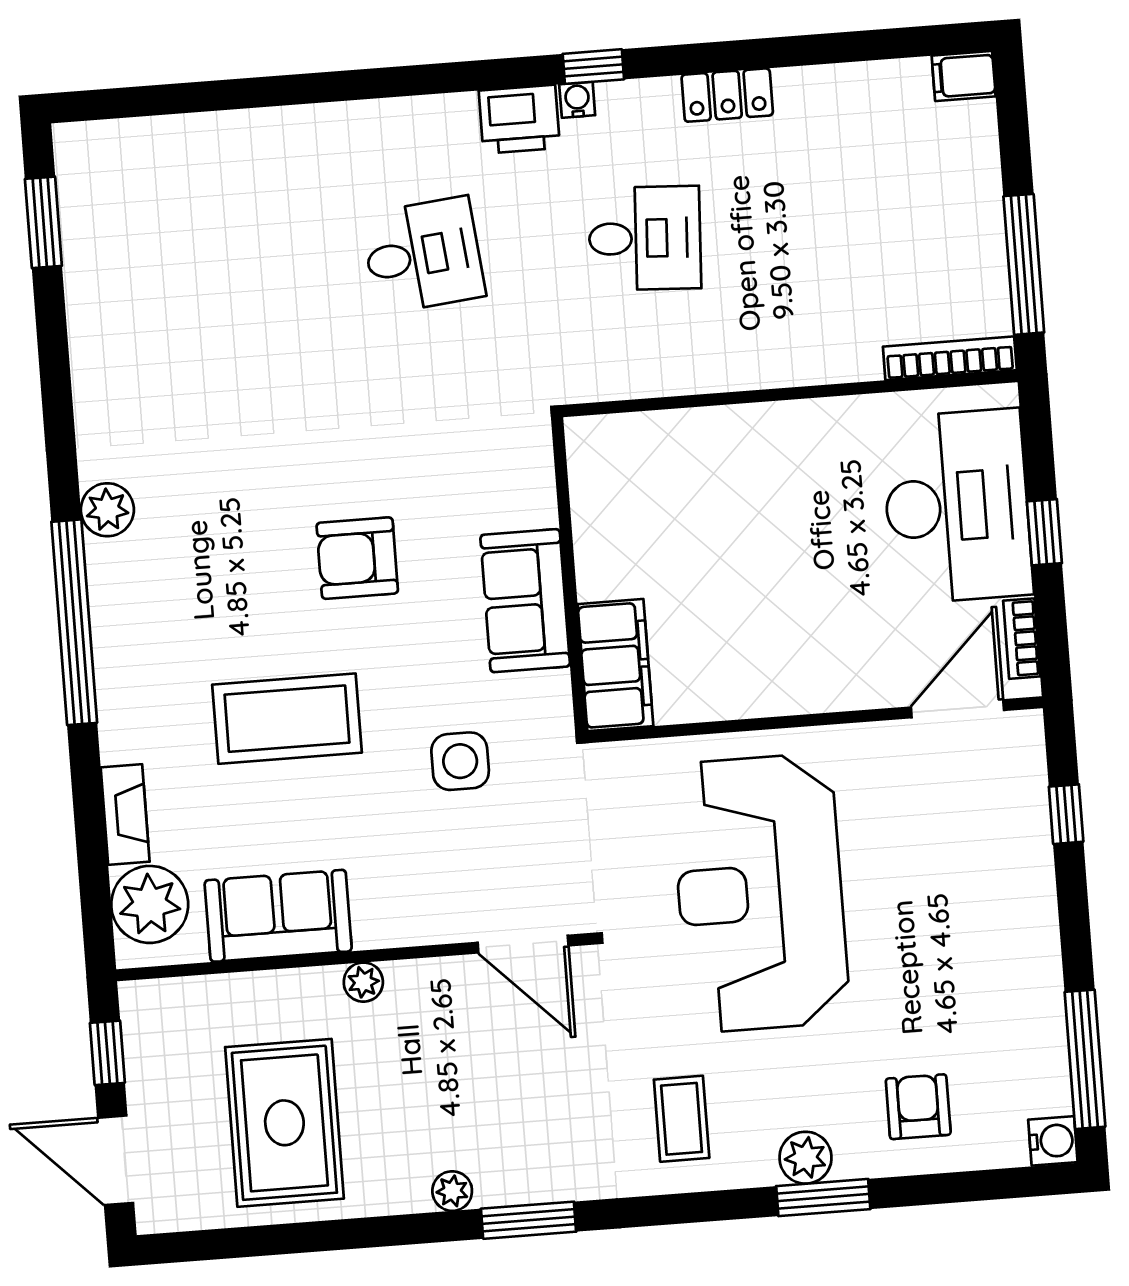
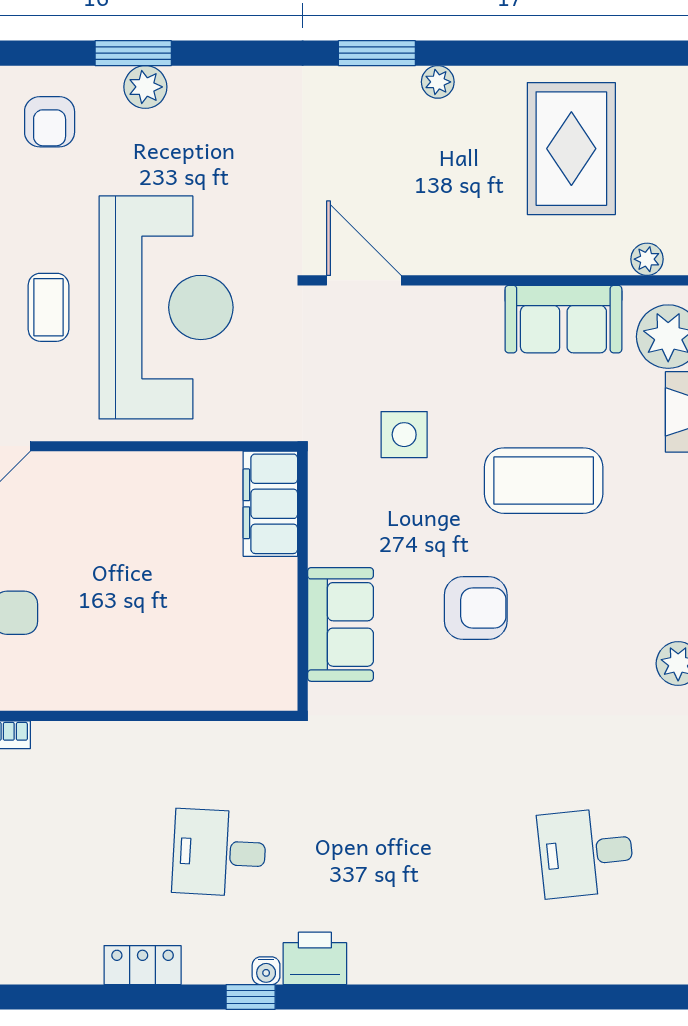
desk: (423, 255) -> (586, 853), moved
sofa: (525, 601) -> (340, 624), moved
plant: (363, 982) -> (647, 259), moved
coffee table: (682, 1119) -> (48, 307), moved

